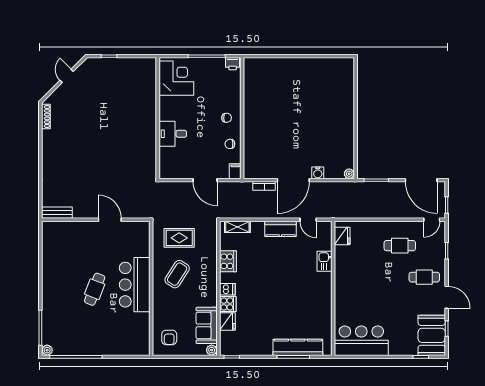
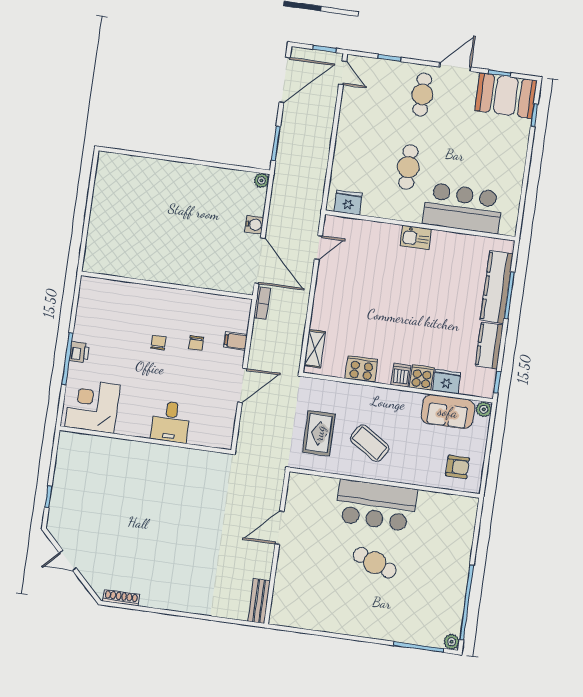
printer: (233, 64) -> (79, 352), moved
wall: (242, 118) -> (167, 285), moved
kitchen counter: (280, 229) -> (489, 345), moved, turned 180
cafe table: (400, 246) -> (408, 167), moved
kitchen sink: (324, 261) -> (416, 237), moved
bar counter: (361, 341) -> (463, 208), moved, turned 90

